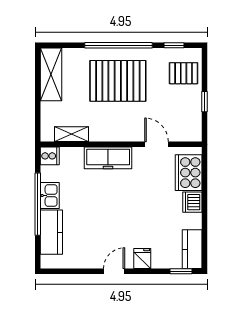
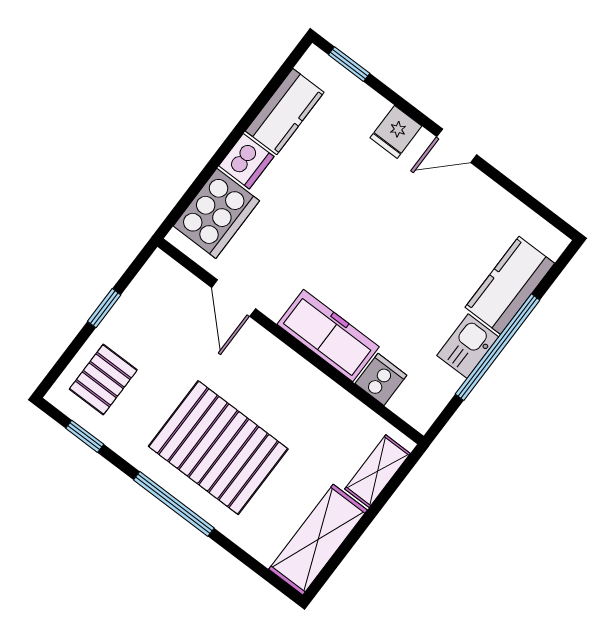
window: (119, 45) -> (174, 504), width x0.68
pallet: (184, 73) -> (103, 380), turned 90
shelving: (71, 134) -> (378, 471), moved, turned 90
cooker: (50, 156) -> (381, 379), moved, turned 90
kitchen counter: (192, 249) -> (285, 112), moved

